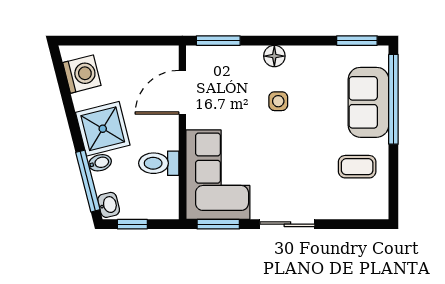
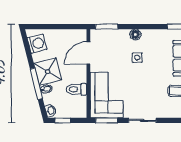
window: (88, 181) -> (36, 84), moved

